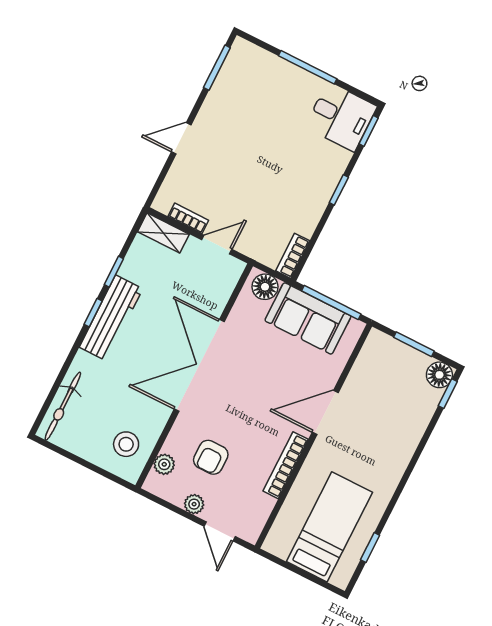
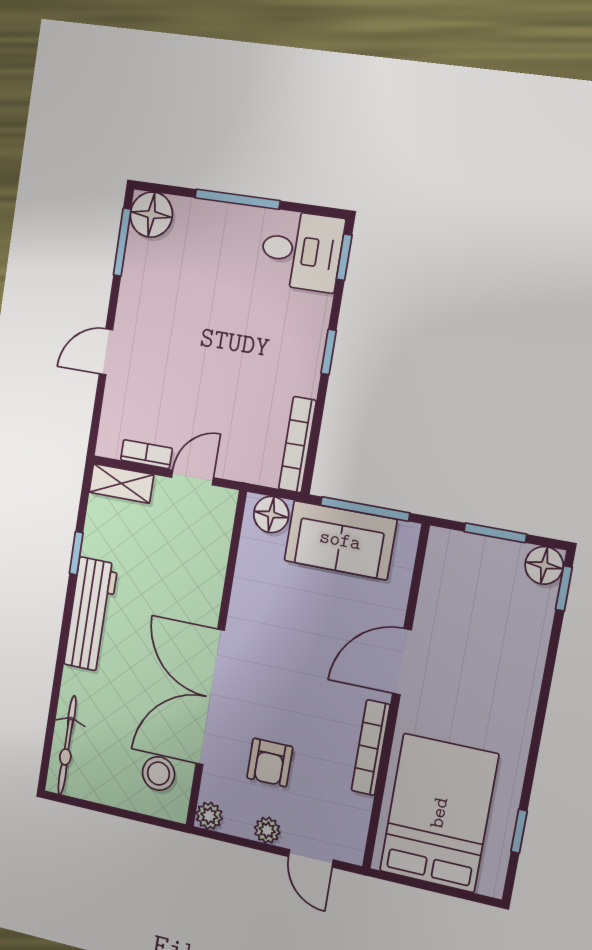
floor lamp: (244, 56) -> (151, 215), added
bookcase: (293, 256) -> (297, 445), width x1.56
window: (93, 313) -> (67, 614), removed
double door: (199, 365) -> (210, 697), moved
plant: (164, 464) -> (209, 816), moved
bed: (329, 527) -> (439, 813), width x1.50

